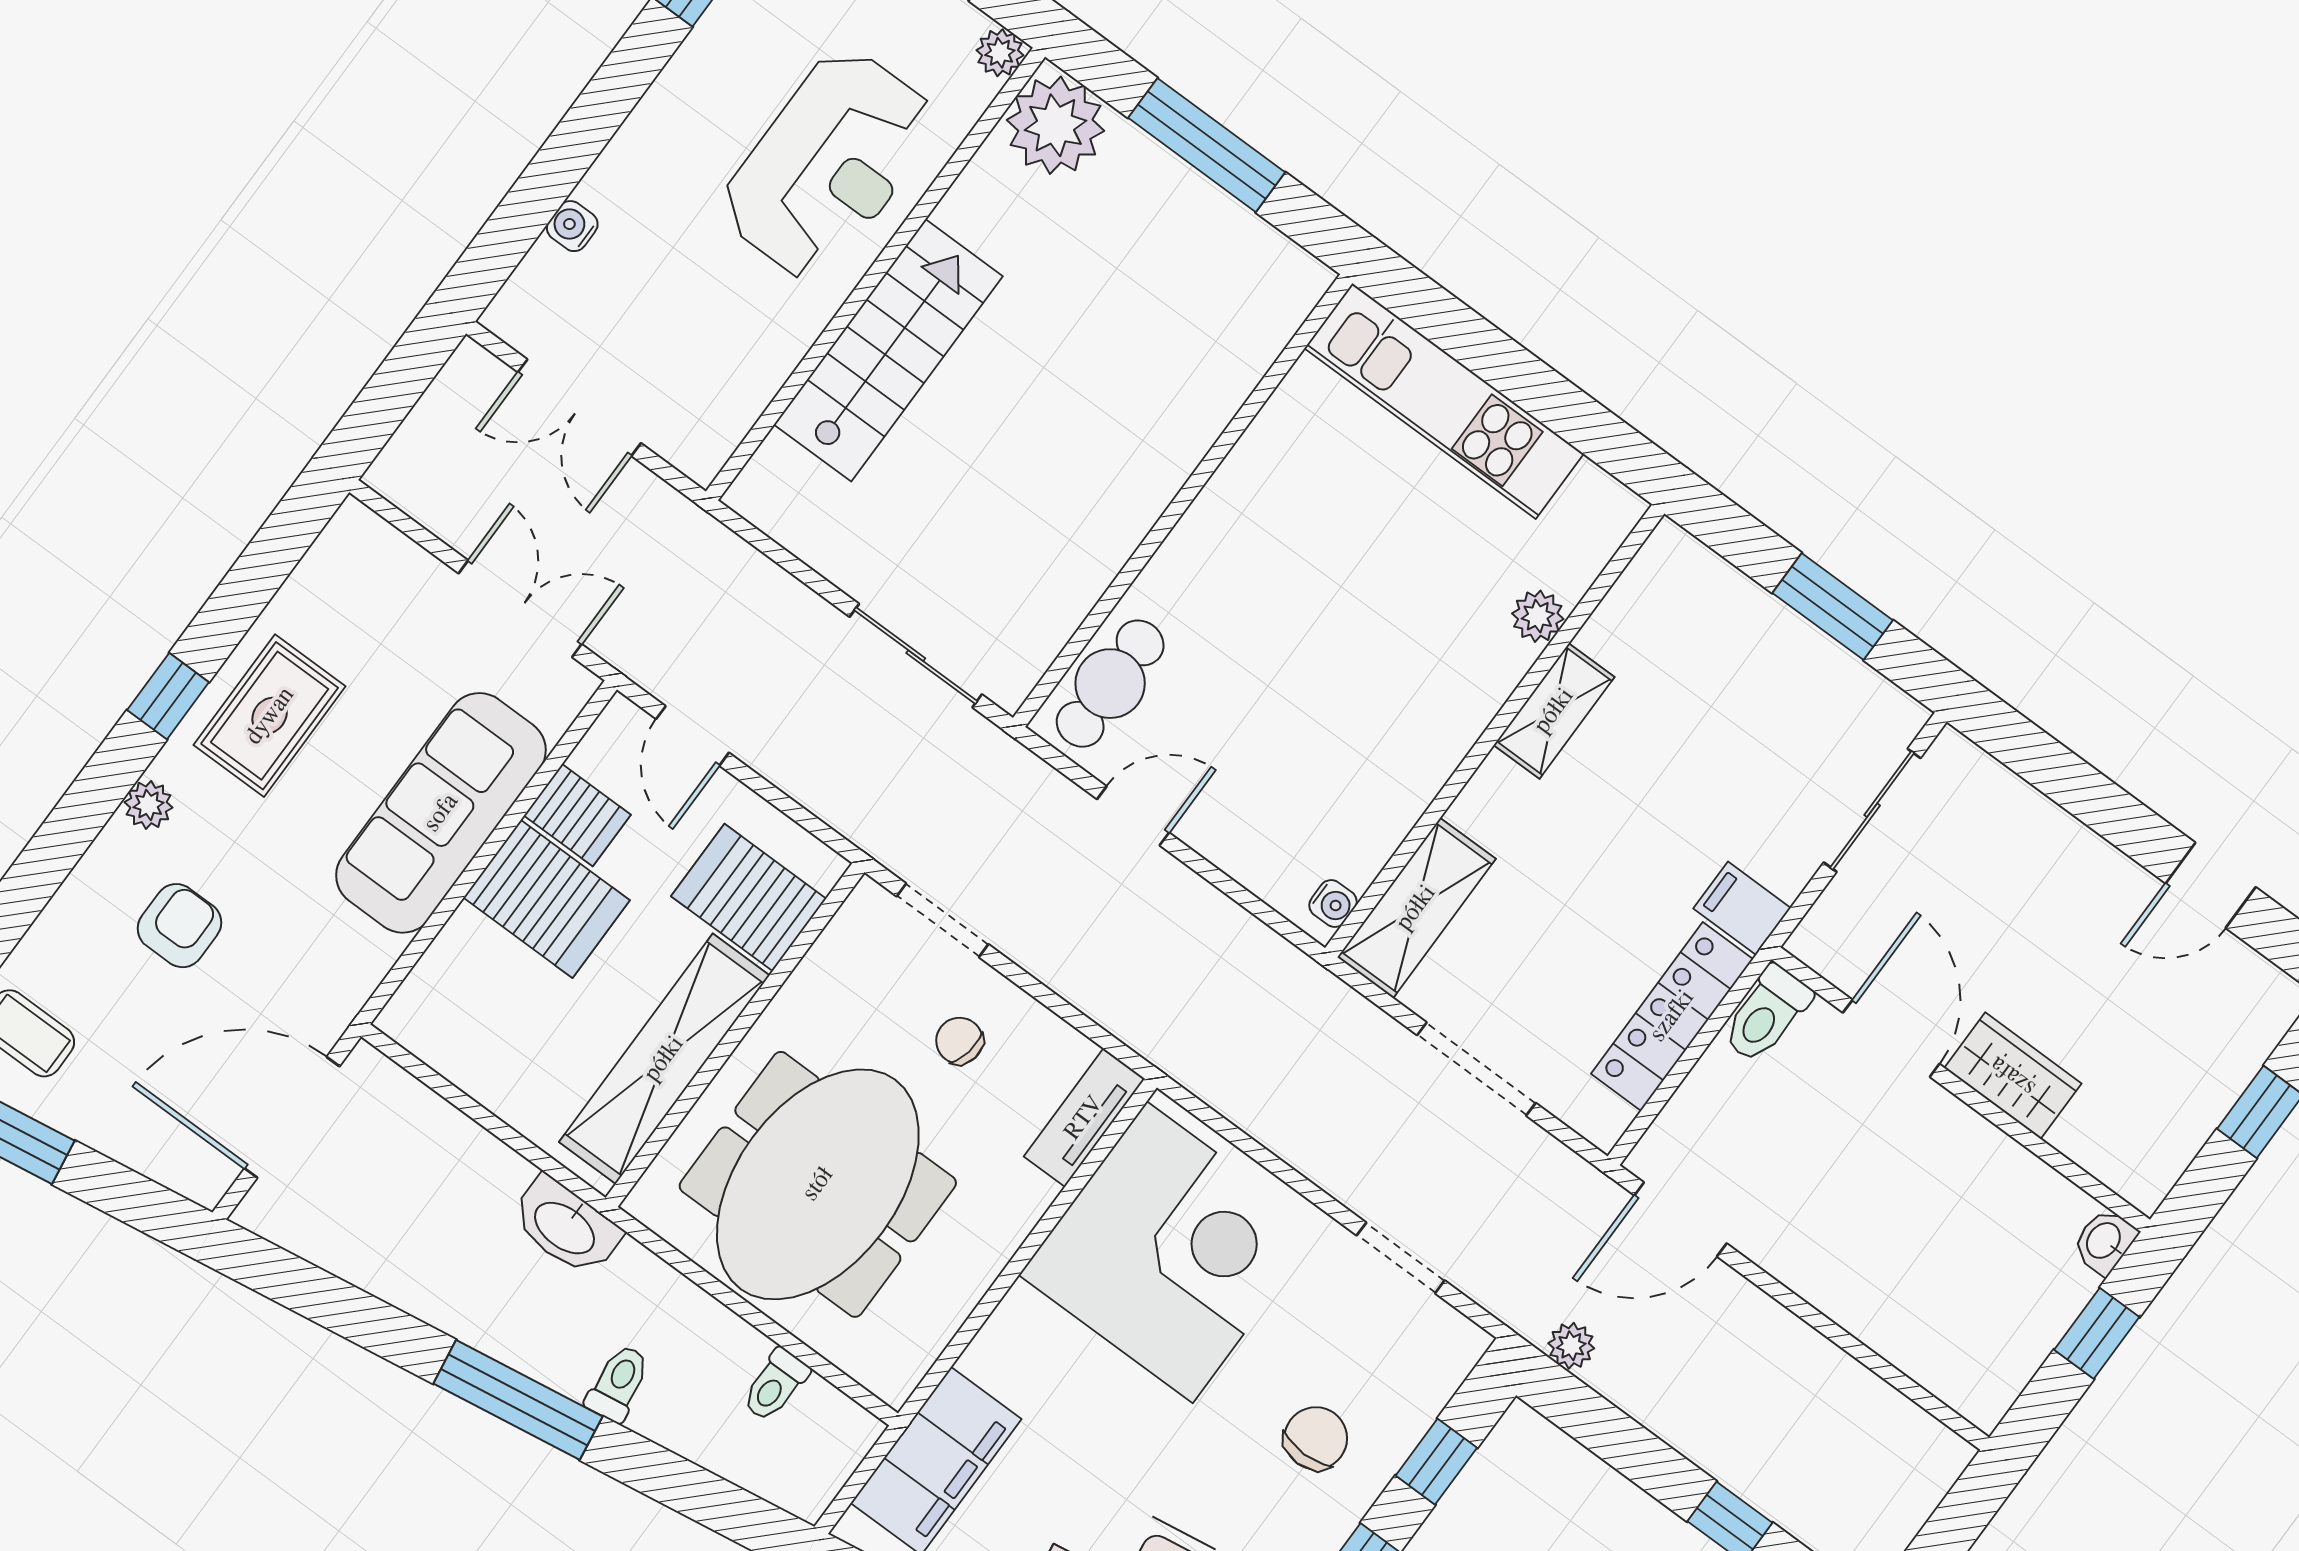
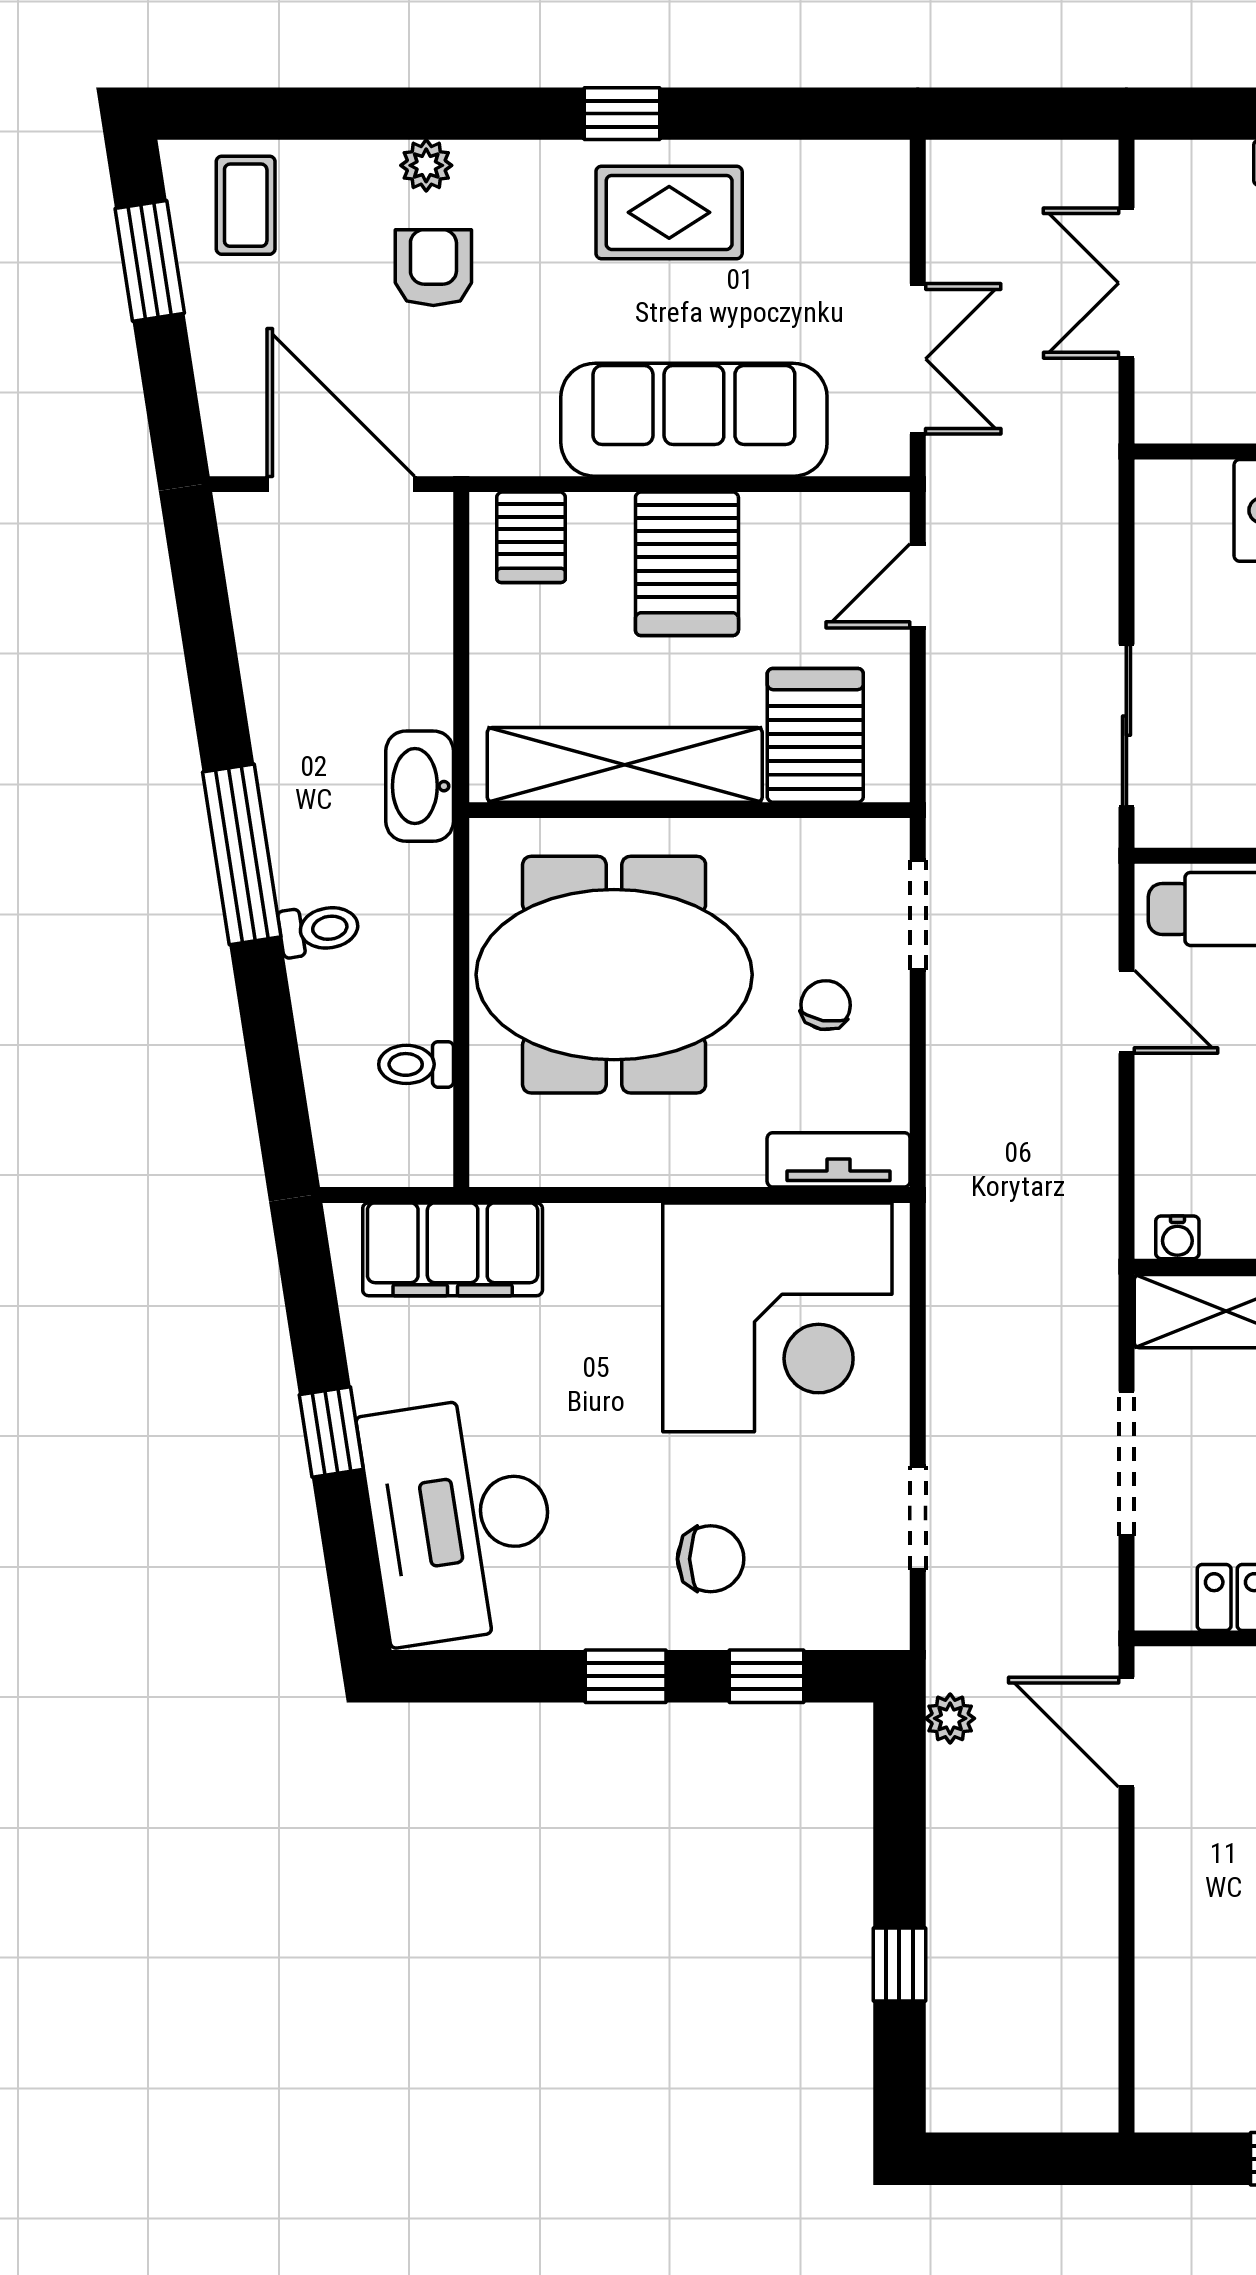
plant: (149, 805) -> (426, 165), moved
server rack: (577, 815) -> (531, 537), moved
armchair: (179, 926) -> (433, 268), turned -90

